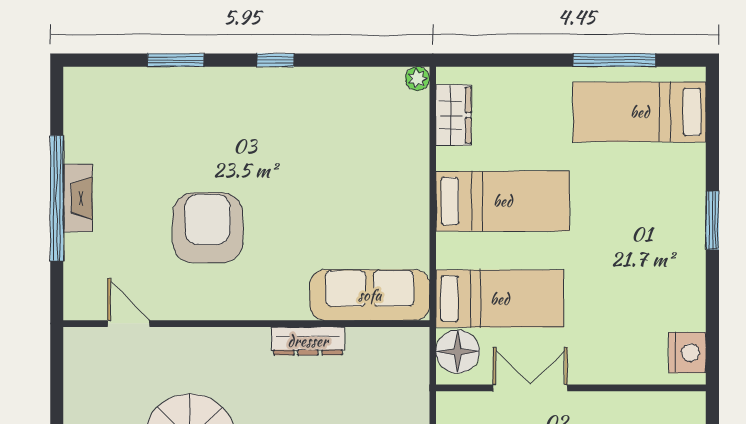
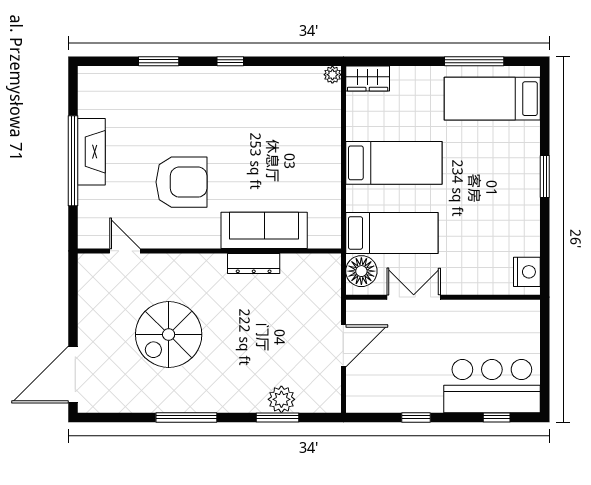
wardrobe: (454, 115) -> (368, 79), moved, turned 90
fireplace: (78, 198) -> (91, 152), width x1.37, depth x1.32
armchair: (208, 228) -> (182, 182), turned 90
sofa: (370, 295) -> (264, 230), moved

